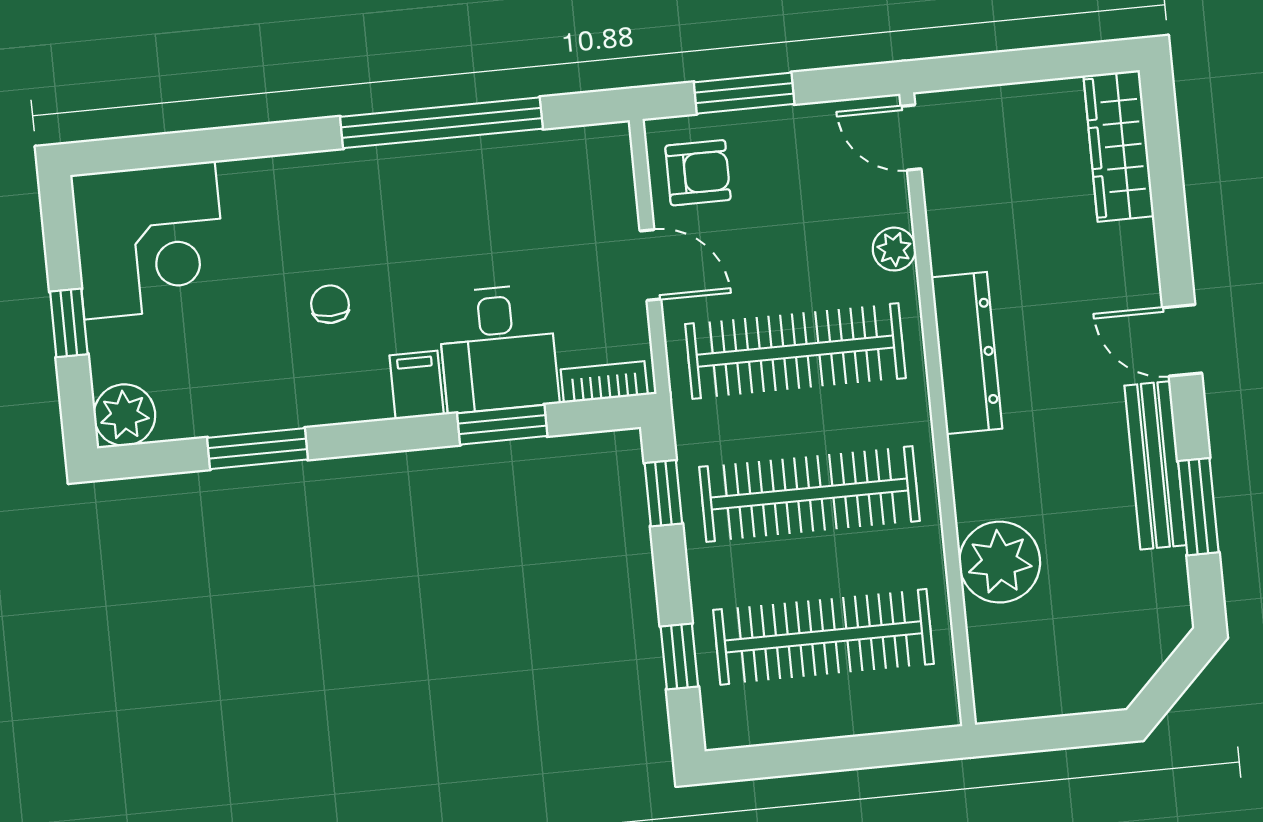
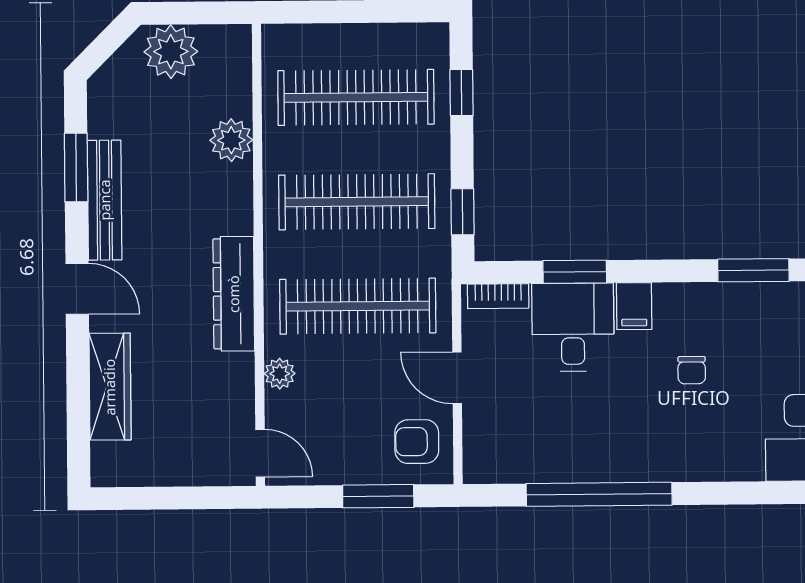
wardrobe: (1119, 146) -> (110, 387), moved
plant: (1000, 562) -> (231, 140), width x0.73, depth x0.73
plant: (1083, 677) -> (171, 52), added

